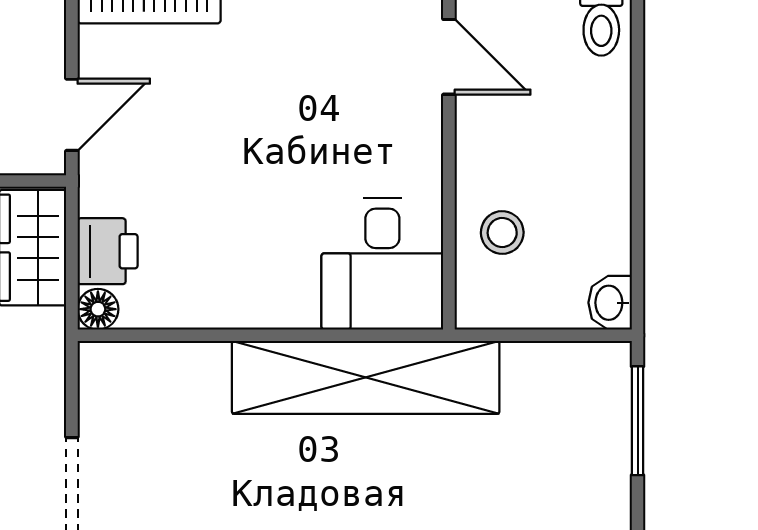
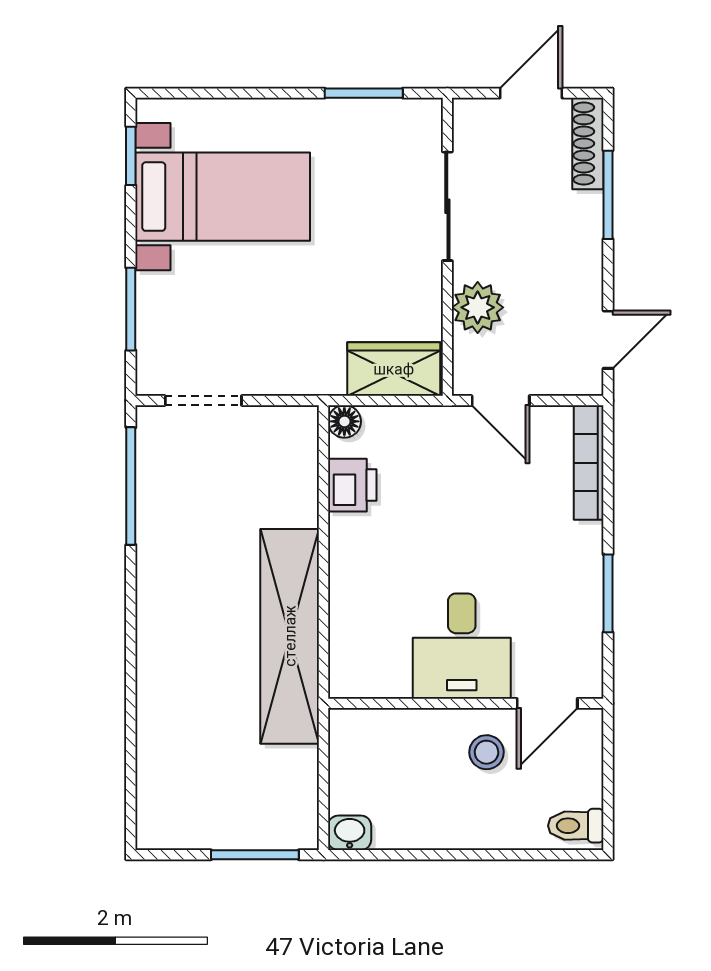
stool: (502, 233) -> (486, 752), moved
printer: (108, 251) -> (352, 485), moved, turned -90
desk: (382, 264) -> (462, 646), moved, turned -90

